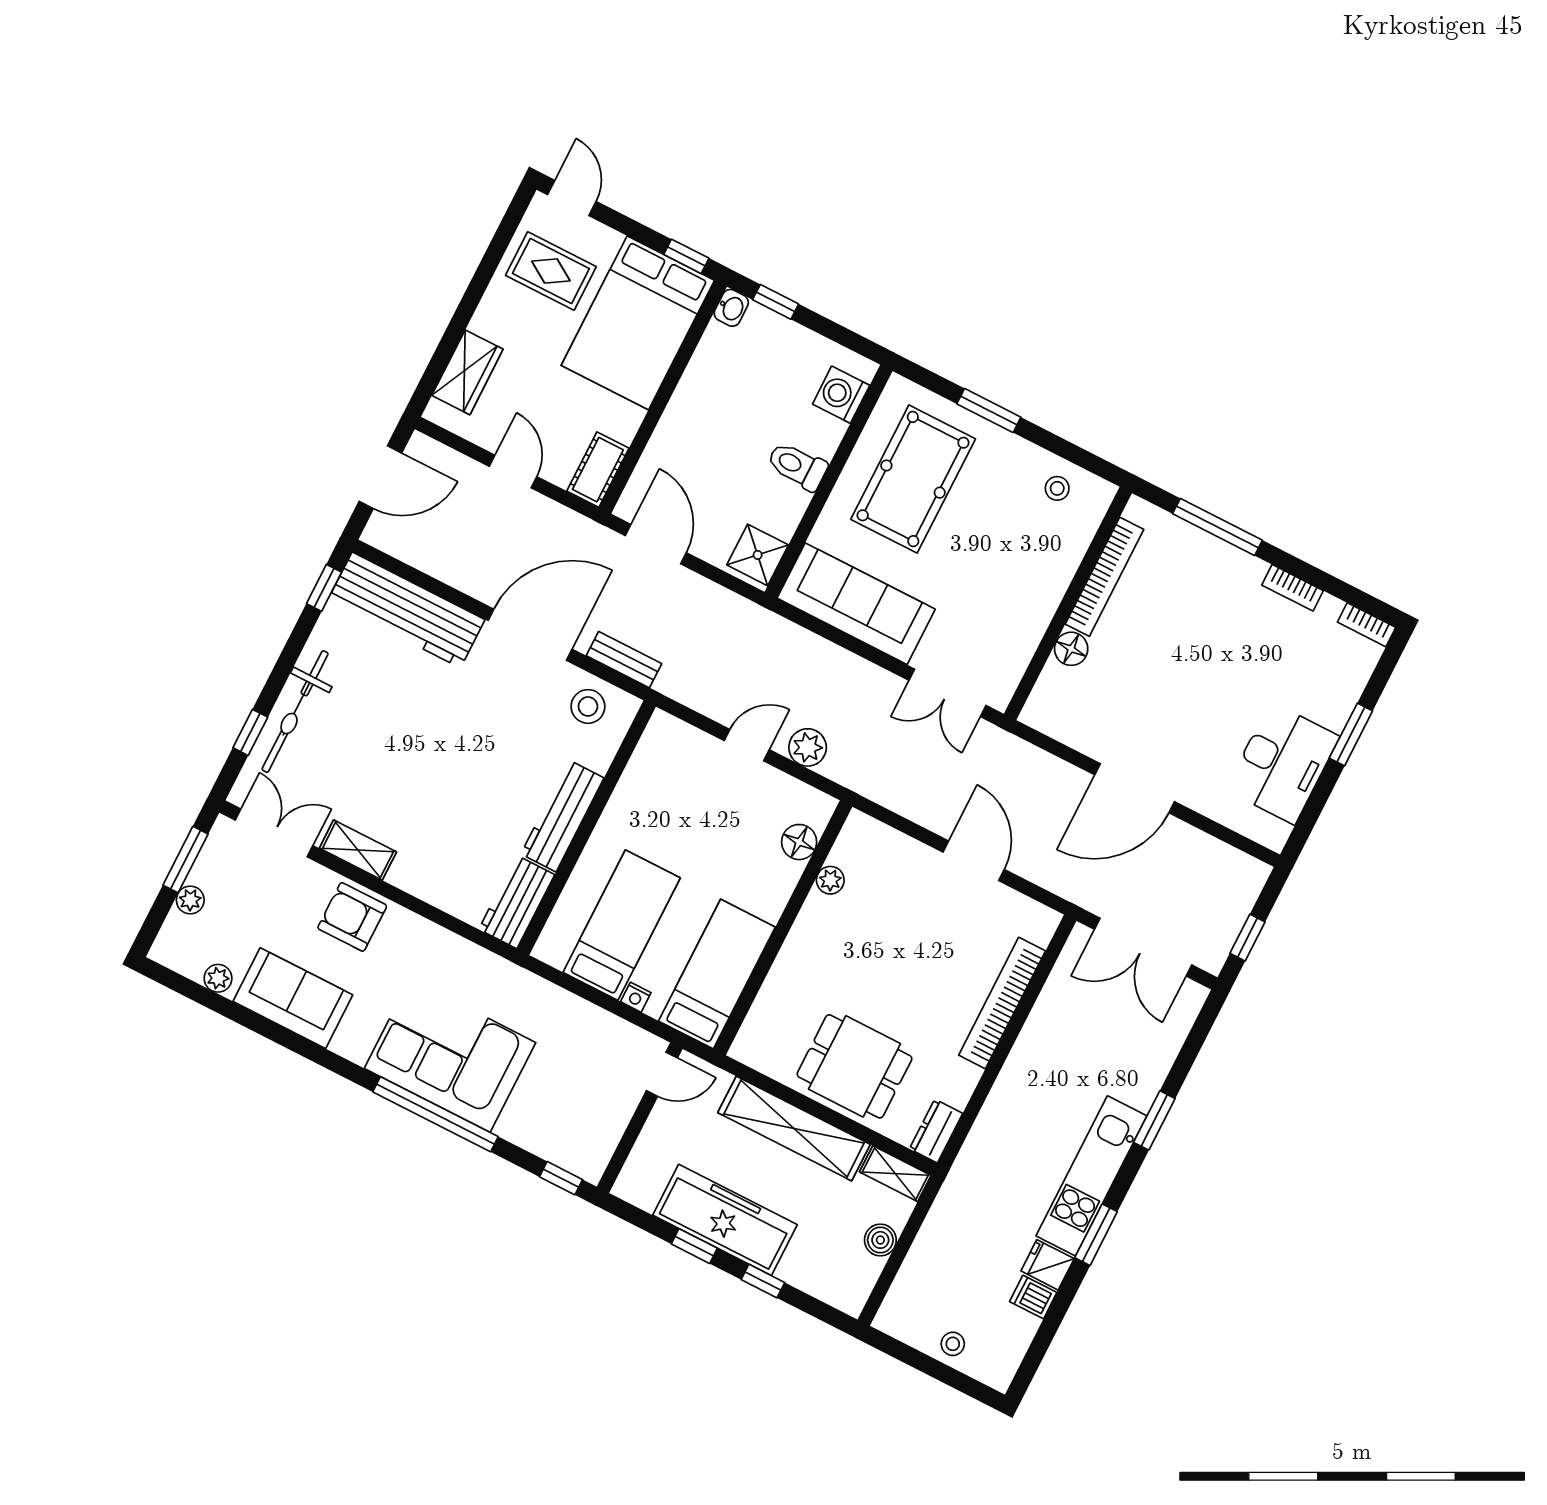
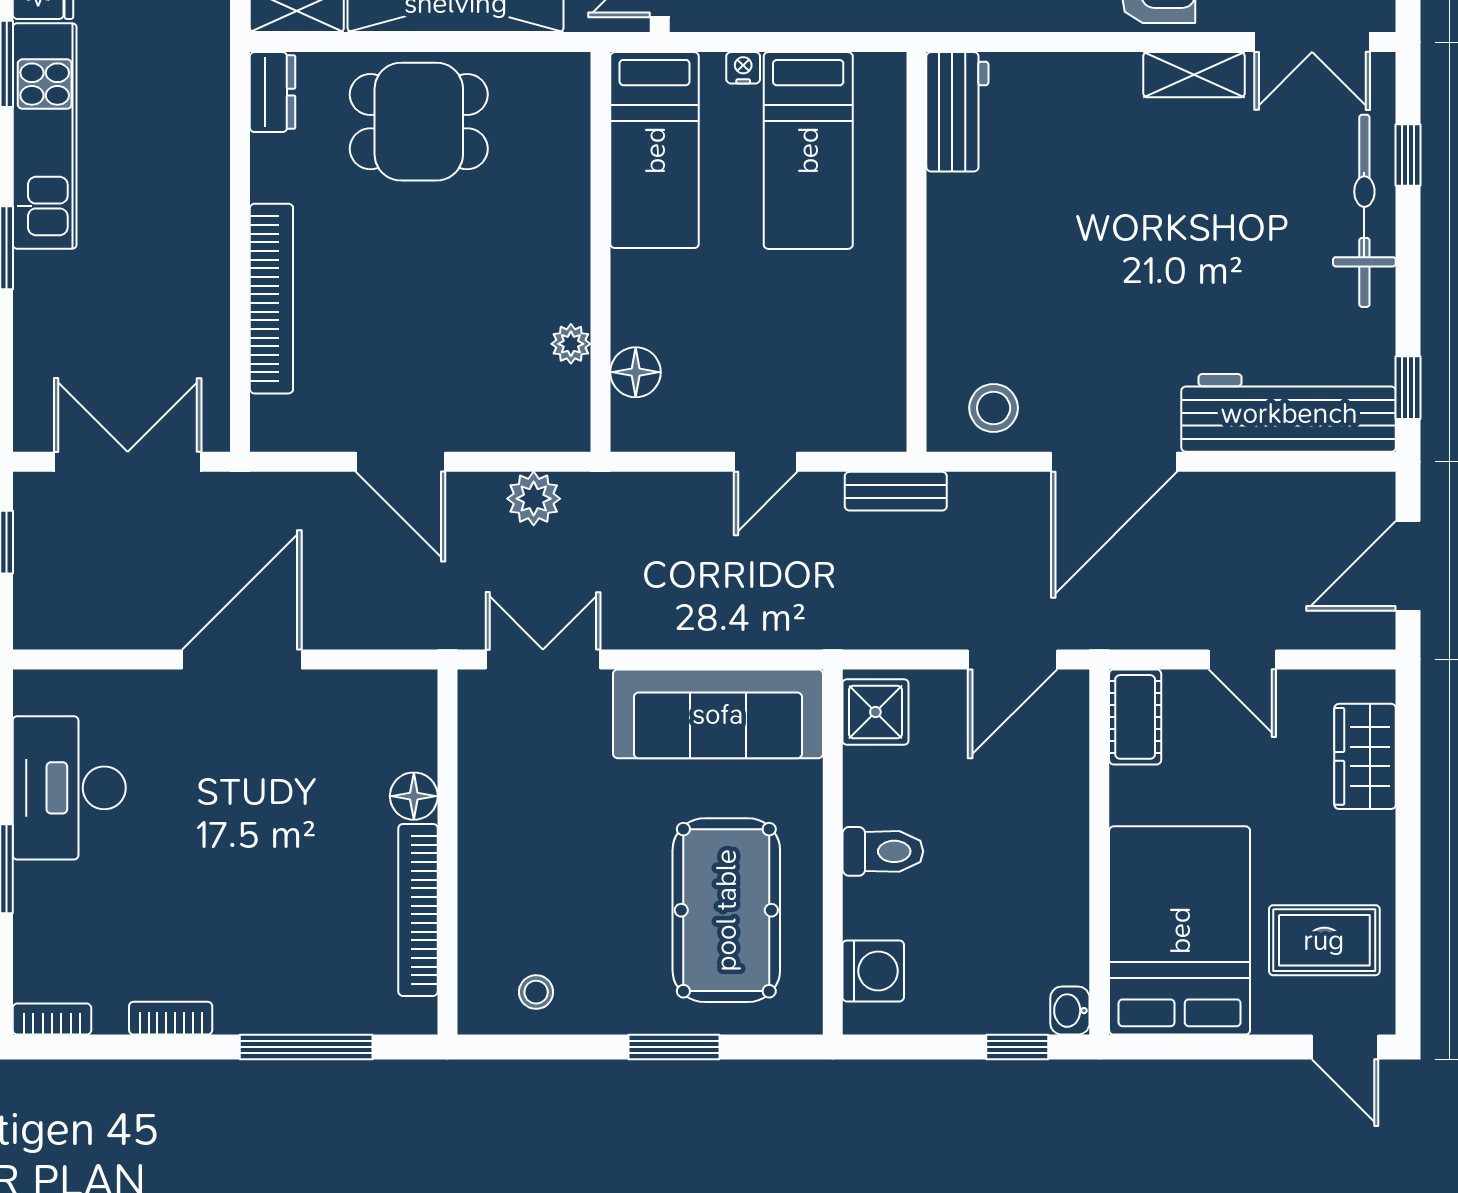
window: (686, 256) -> (1161, 1047), removed
door: (656, 544) -> (1012, 659), hinge flipped
bench: (624, 660) -> (896, 491), moved
plant: (808, 747) -> (534, 499), moved
workbench: (562, 816) -> (955, 251), removed

